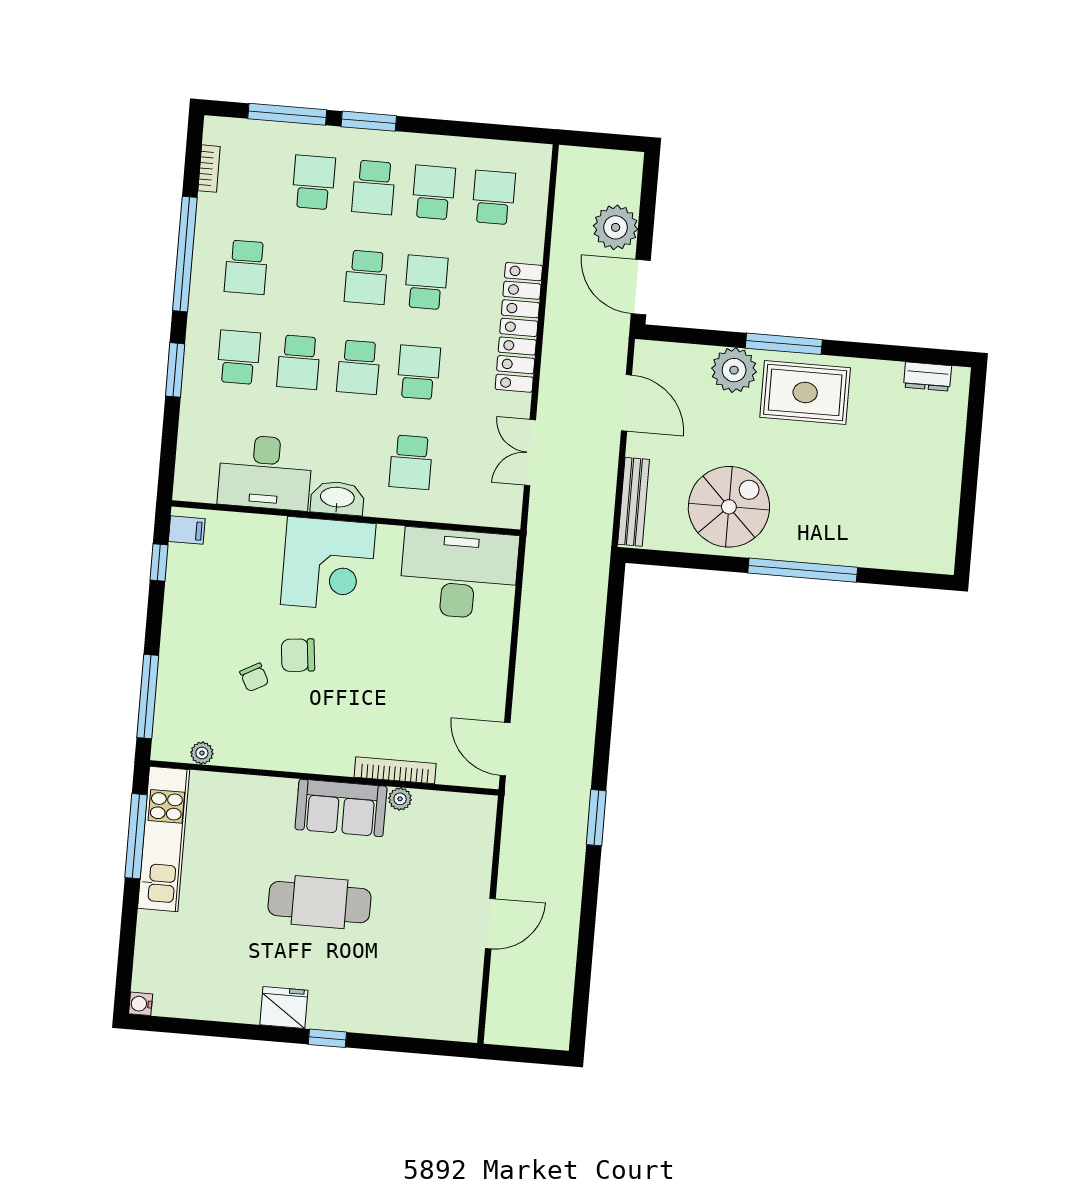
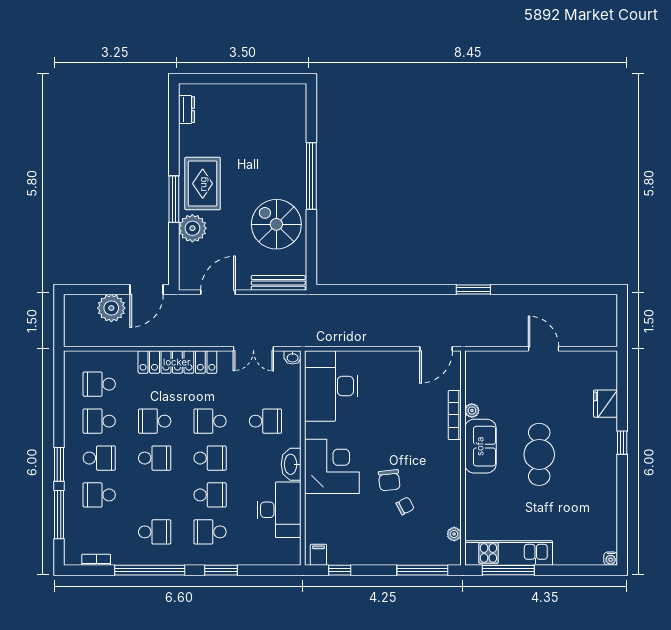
washbasin: (511, 515) -> (293, 357), added
fridge: (284, 1008) -> (606, 404), moved

